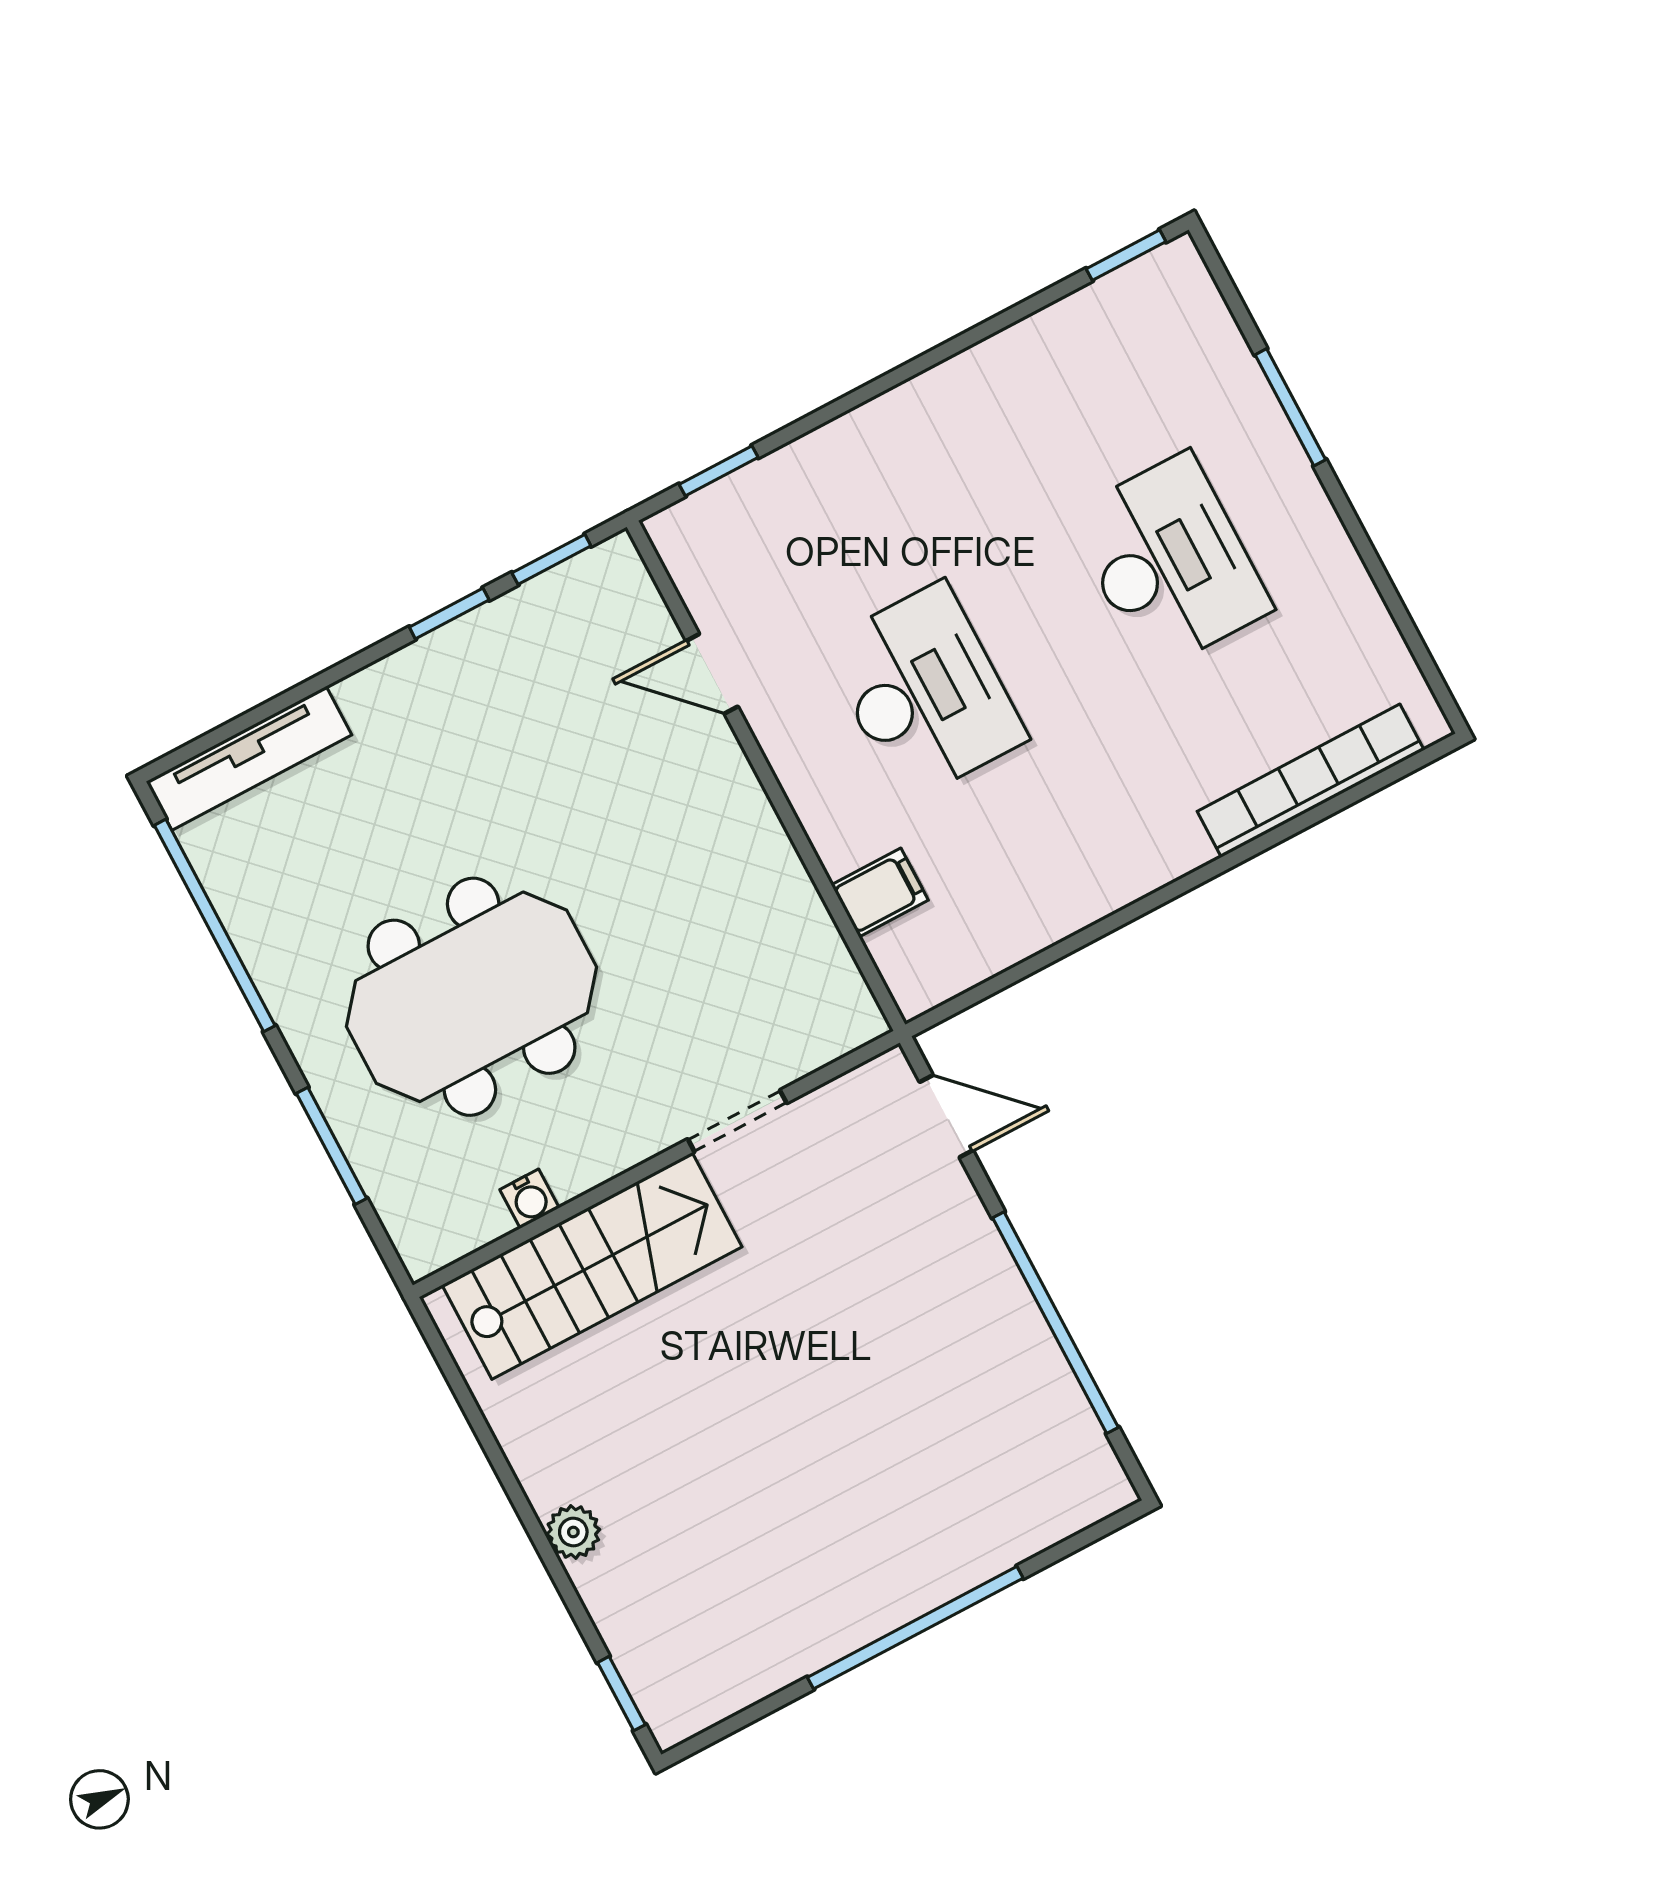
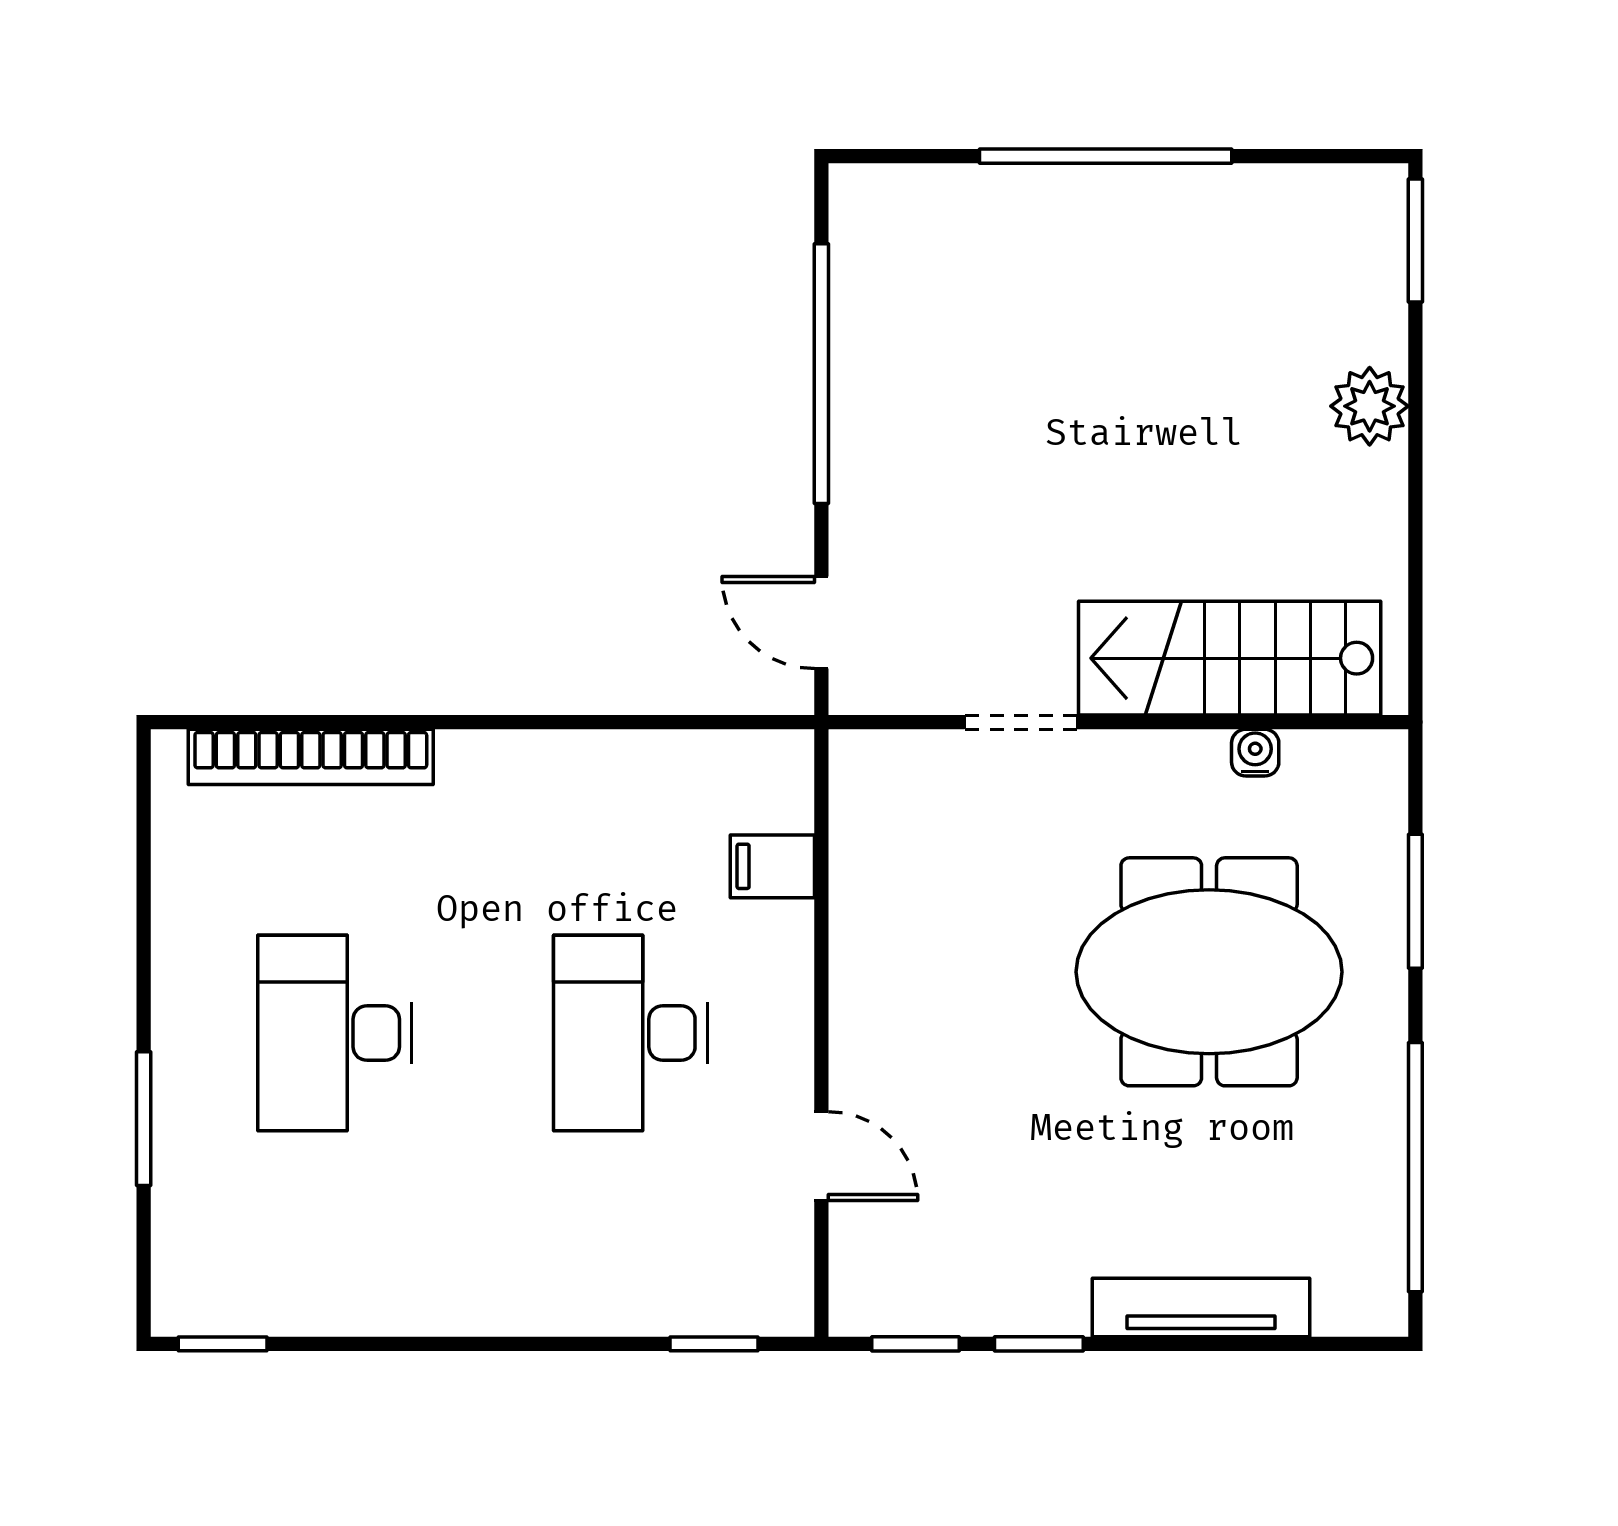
tv unit: (249, 758) -> (1201, 1308), moved
plant: (573, 1532) -> (1370, 406), width x1.38, depth x1.38
window: (621, 1694) -> (1415, 241), width x1.50

